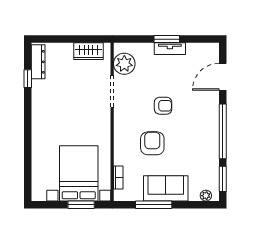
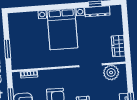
dresser: (38, 62) -> (97, 11), moved
bed with nightstands: (79, 173) -> (62, 29), moved, turned 90

